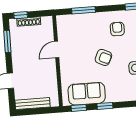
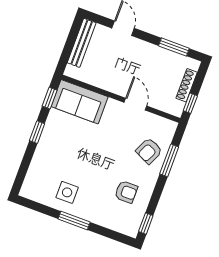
window: (21, 15) -> (190, 103), moved
armchair: (103, 57) -> (149, 151), moved
sofa: (87, 94) -> (80, 102), moved, turned 90

